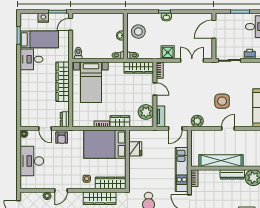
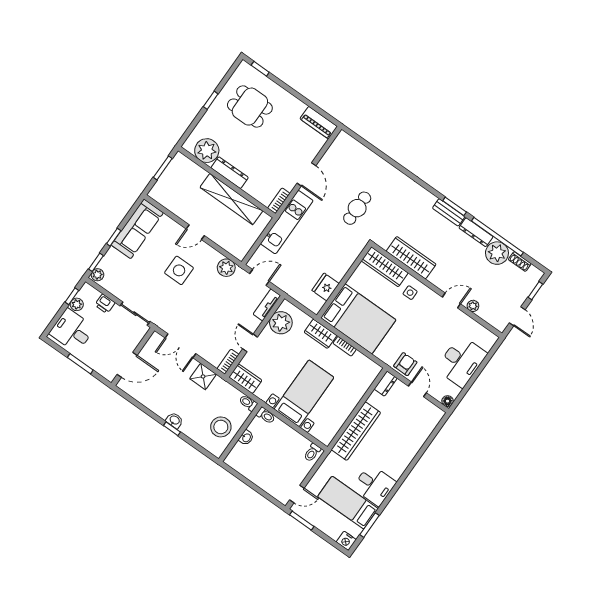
nightstand: (43, 18) -> (346, 541), moved
wardrobe: (139, 68) -> (245, 379), width x0.67
bed with nightstands: (91, 82) -> (304, 393), moved

